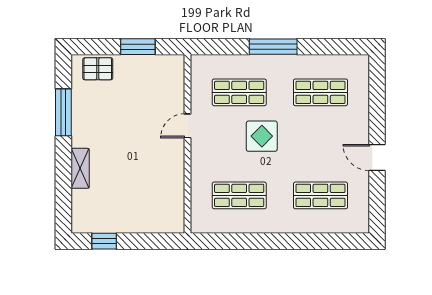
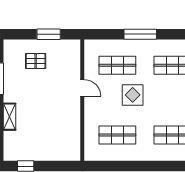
pallet: (98, 69) -> (36, 61), moved
door: (187, 126) -> (82, 88), swing flipped

